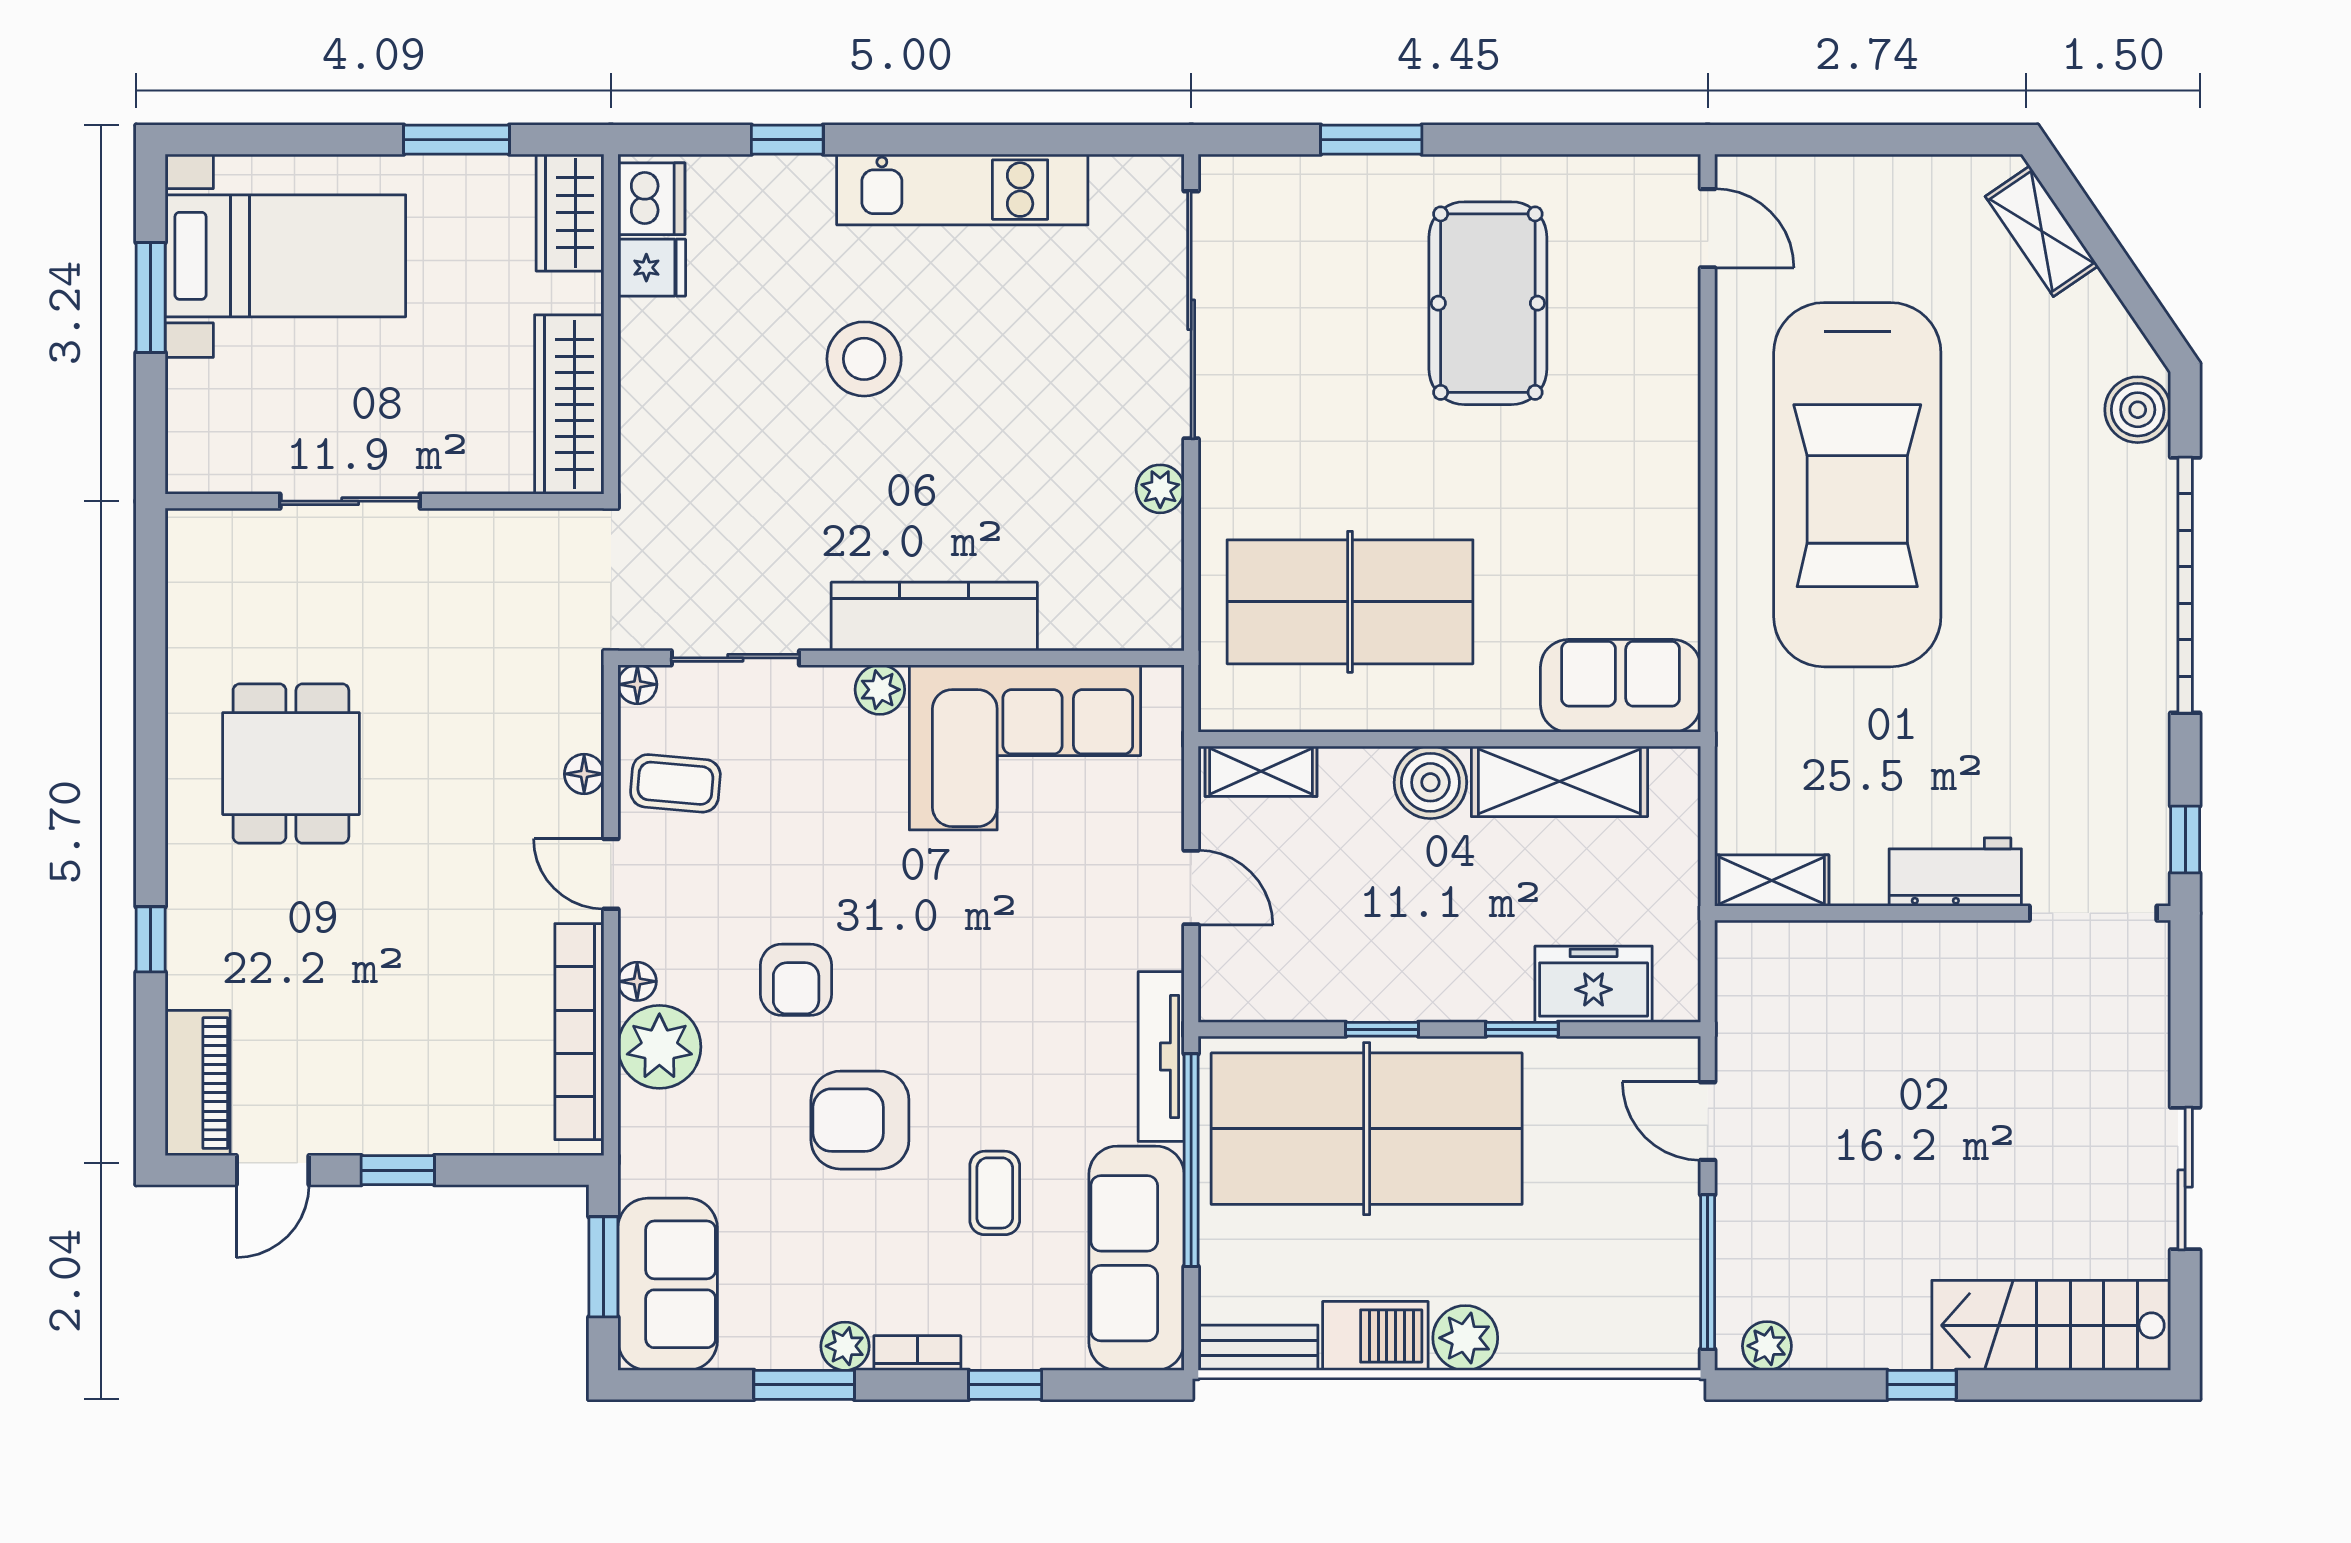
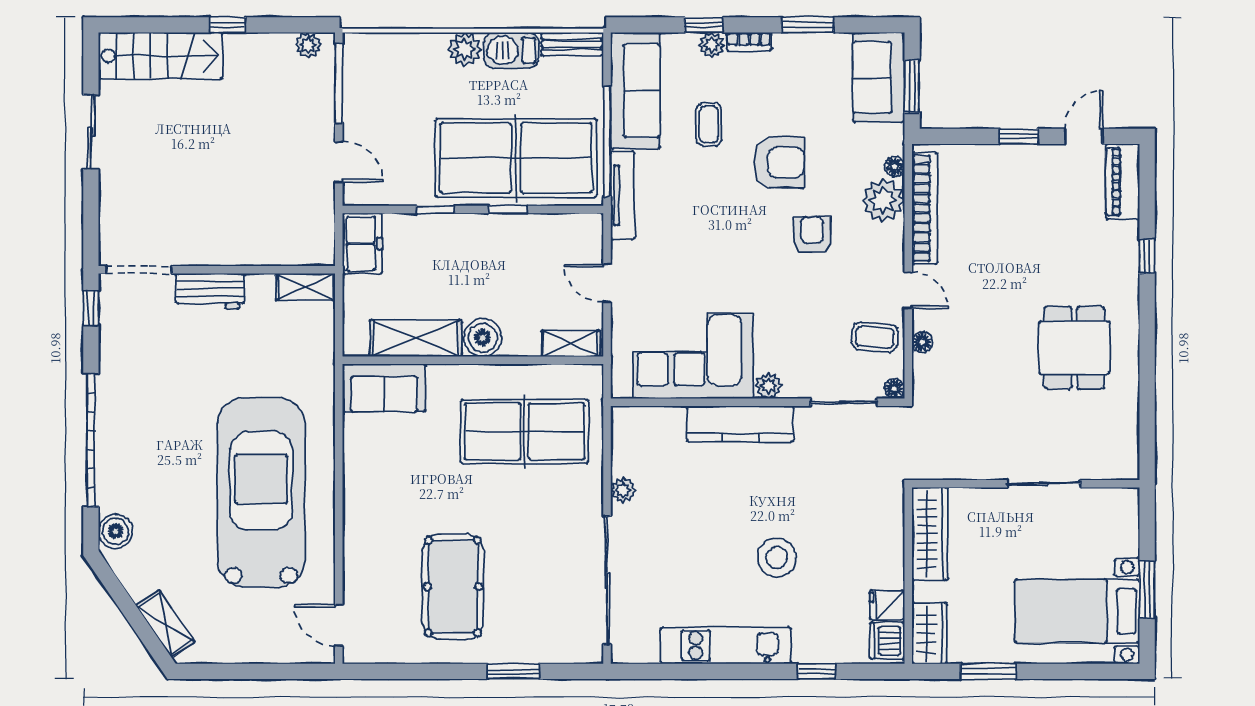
floor lamp: (637, 981) -> (895, 166), moved
freezer: (1594, 984) -> (362, 244), moved, turned -90
plant: (845, 1346) -> (712, 45), moved

